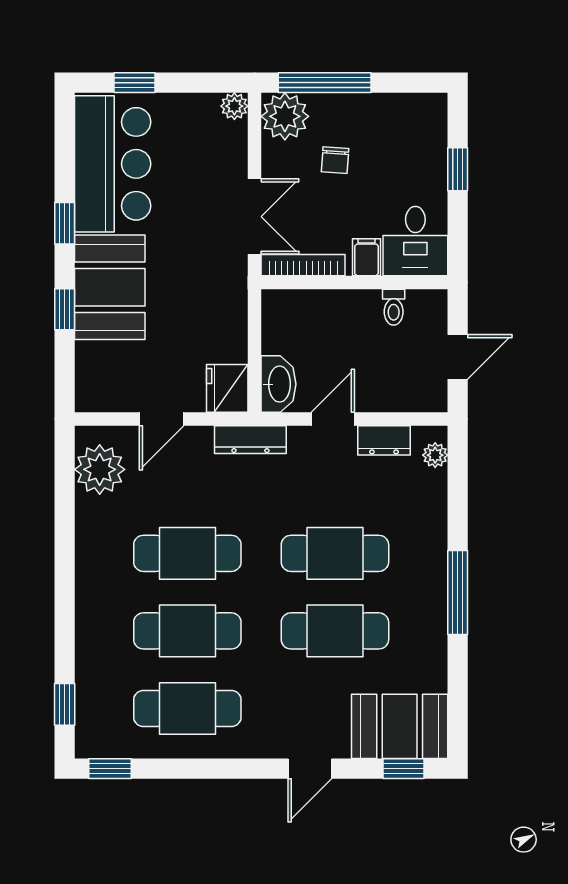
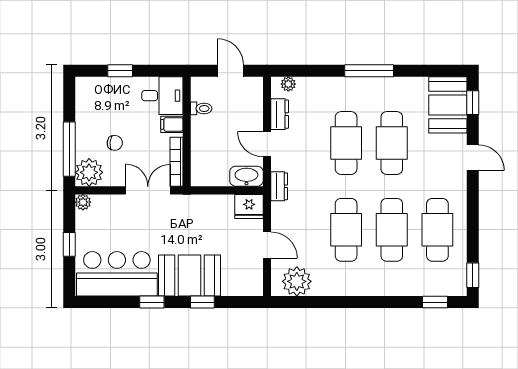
window: (135, 83) -> (69, 244), moved
dresser: (250, 440) -> (279, 186), width x0.70

